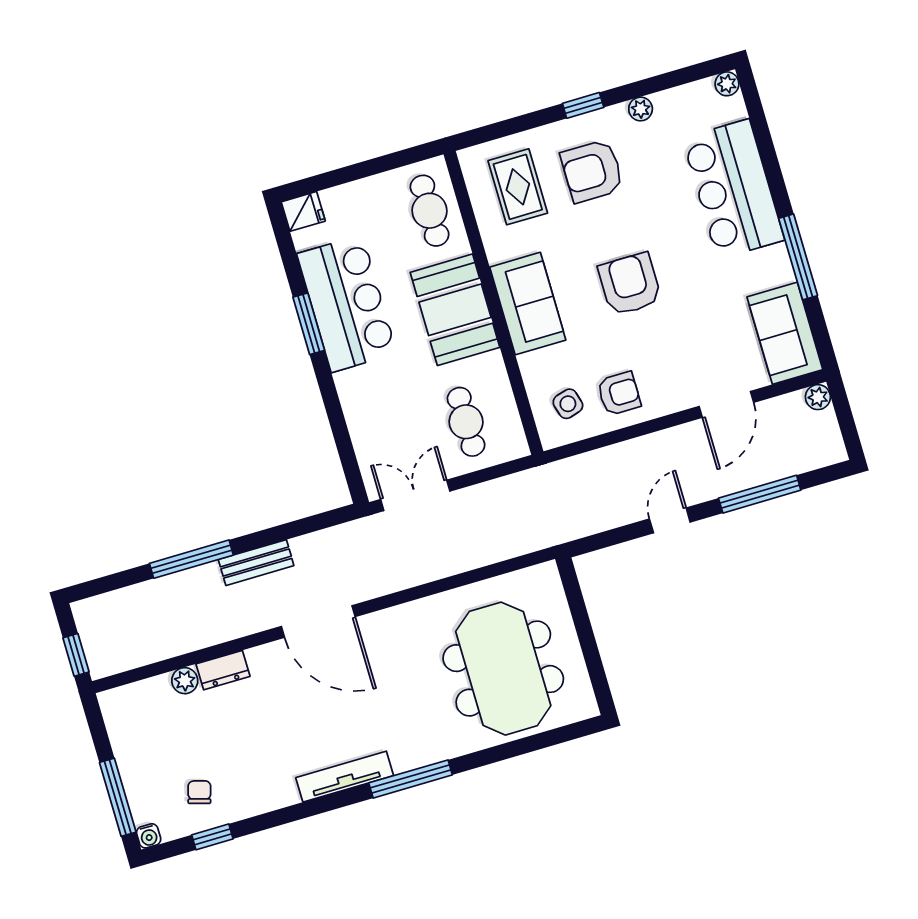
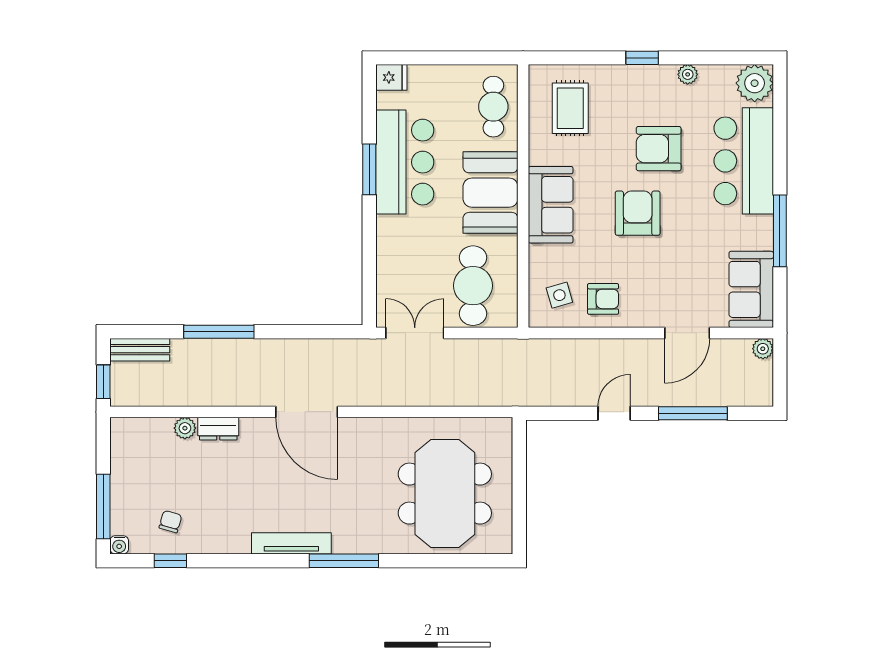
plant: (727, 84) -> (755, 83), width x1.87, depth x1.87
armchair: (592, 171) -> (659, 149), moved
cafe table: (466, 422) -> (473, 286), width x1.37, depth x1.35
bench: (256, 563) -> (140, 350), moved

